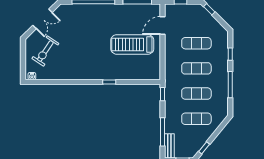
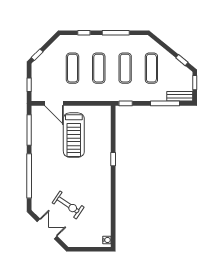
exercise bike: (45, 51) -> (68, 205), moved

